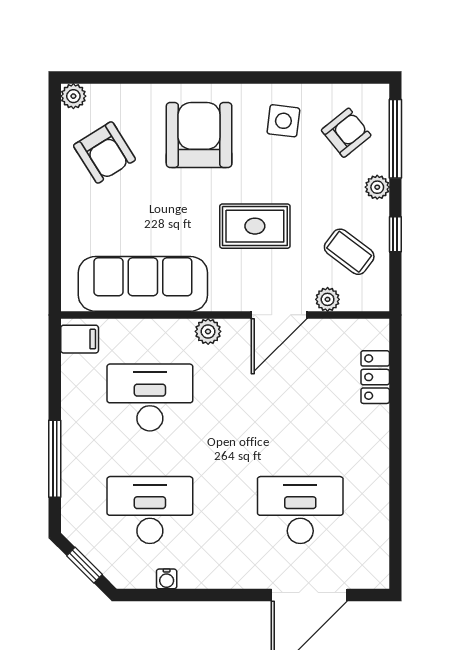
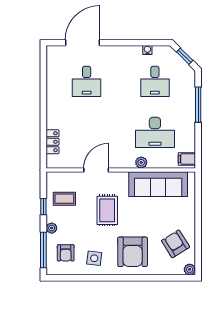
armchair: (346, 133) -> (66, 253), turned -51
rug: (255, 226) -> (107, 210), turned 90
coffee table: (349, 252) -> (64, 199), turned -37
plant: (328, 299) -> (74, 177), removed
plant: (208, 331) -> (141, 162), moved
desk: (150, 510) -> (155, 81), width x0.73
desk: (300, 510) -> (87, 81), width x0.73

